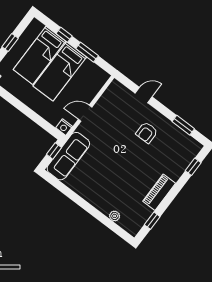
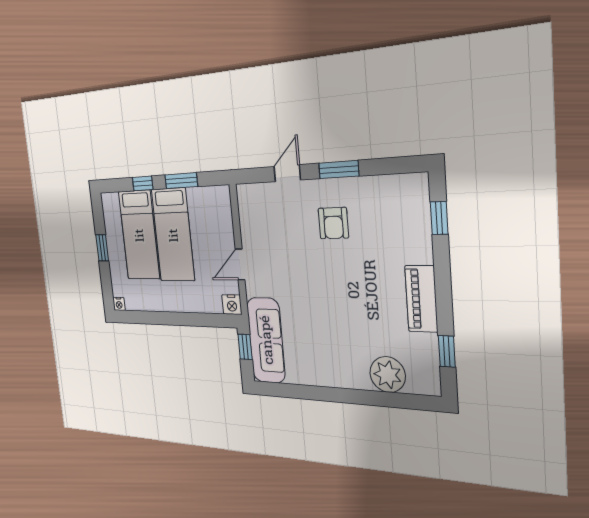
window: (183, 125) -> (339, 170), moved
plant: (115, 216) -> (388, 375), width x1.88, depth x1.88

